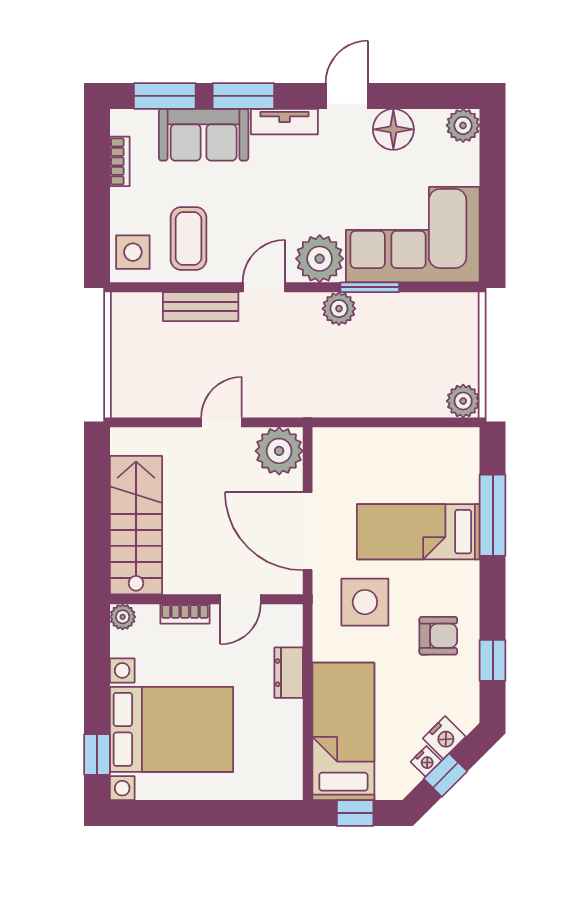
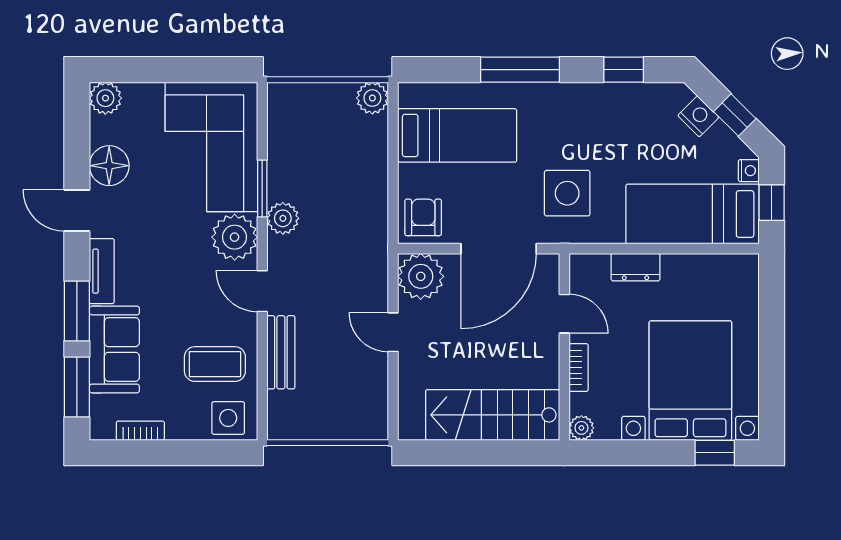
window: (493, 515) -> (520, 70), moved
bed: (418, 532) -> (457, 135), moved, turned -90
armchair: (438, 636) -> (423, 217), moved
nightstand: (426, 761) -> (749, 171), moved, turned 45

